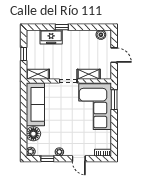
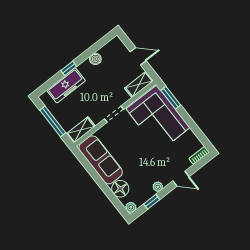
boiler: (101, 35) -> (95, 59), moved
freezer: (51, 37) -> (66, 85), width x1.40
window: (24, 54) -> (53, 121), width x2.17
shelving: (89, 74) -> (139, 84), moved

